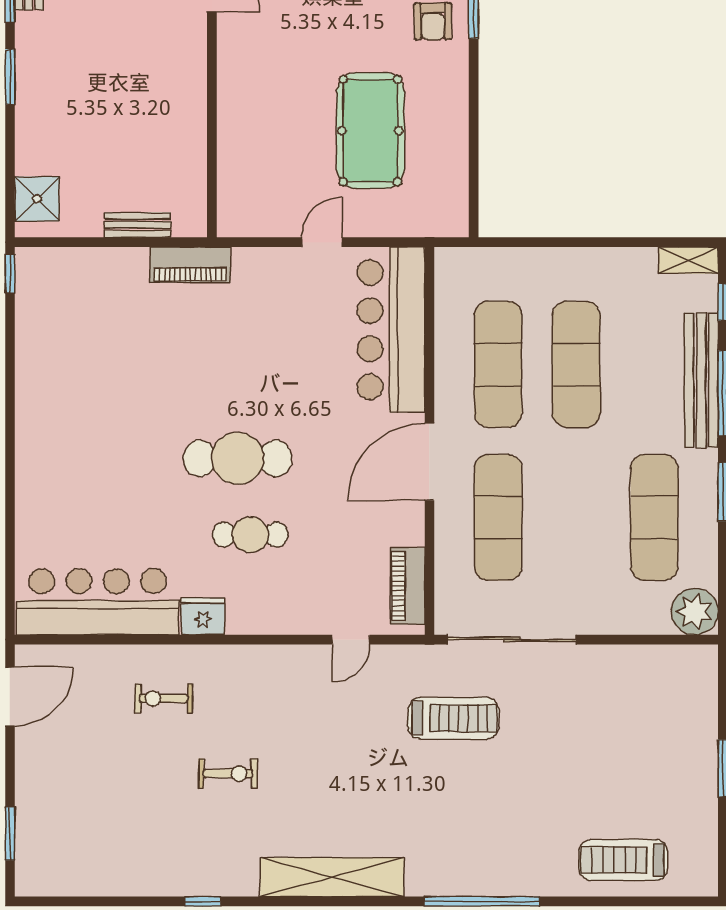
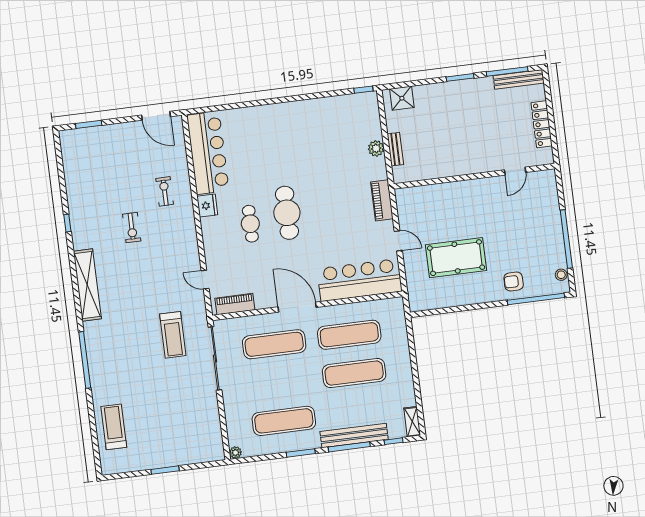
plant: (131, 263) -> (376, 148), added
piano: (190, 265) -> (382, 200), moved
plant: (695, 611) -> (235, 453), width x0.53, depth x0.53

